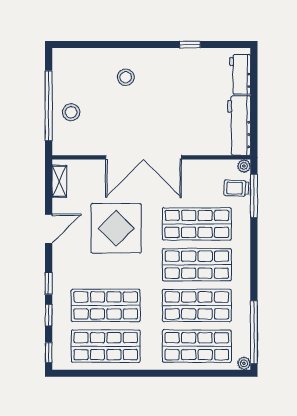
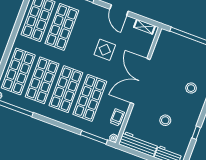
stool: (71, 112) -> (165, 120), moved
trolley: (236, 188) -> (117, 117), moved
display table: (116, 228) -> (105, 50), width x0.54, depth x0.54

